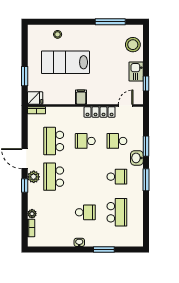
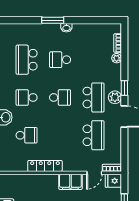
filing cabinet: (81, 97) -> (70, 182), width x2.00
door: (126, 106) -> (94, 173), moved
school desk: (85, 141) -> (60, 97), moved
window: (104, 249) -> (53, 20), moved

